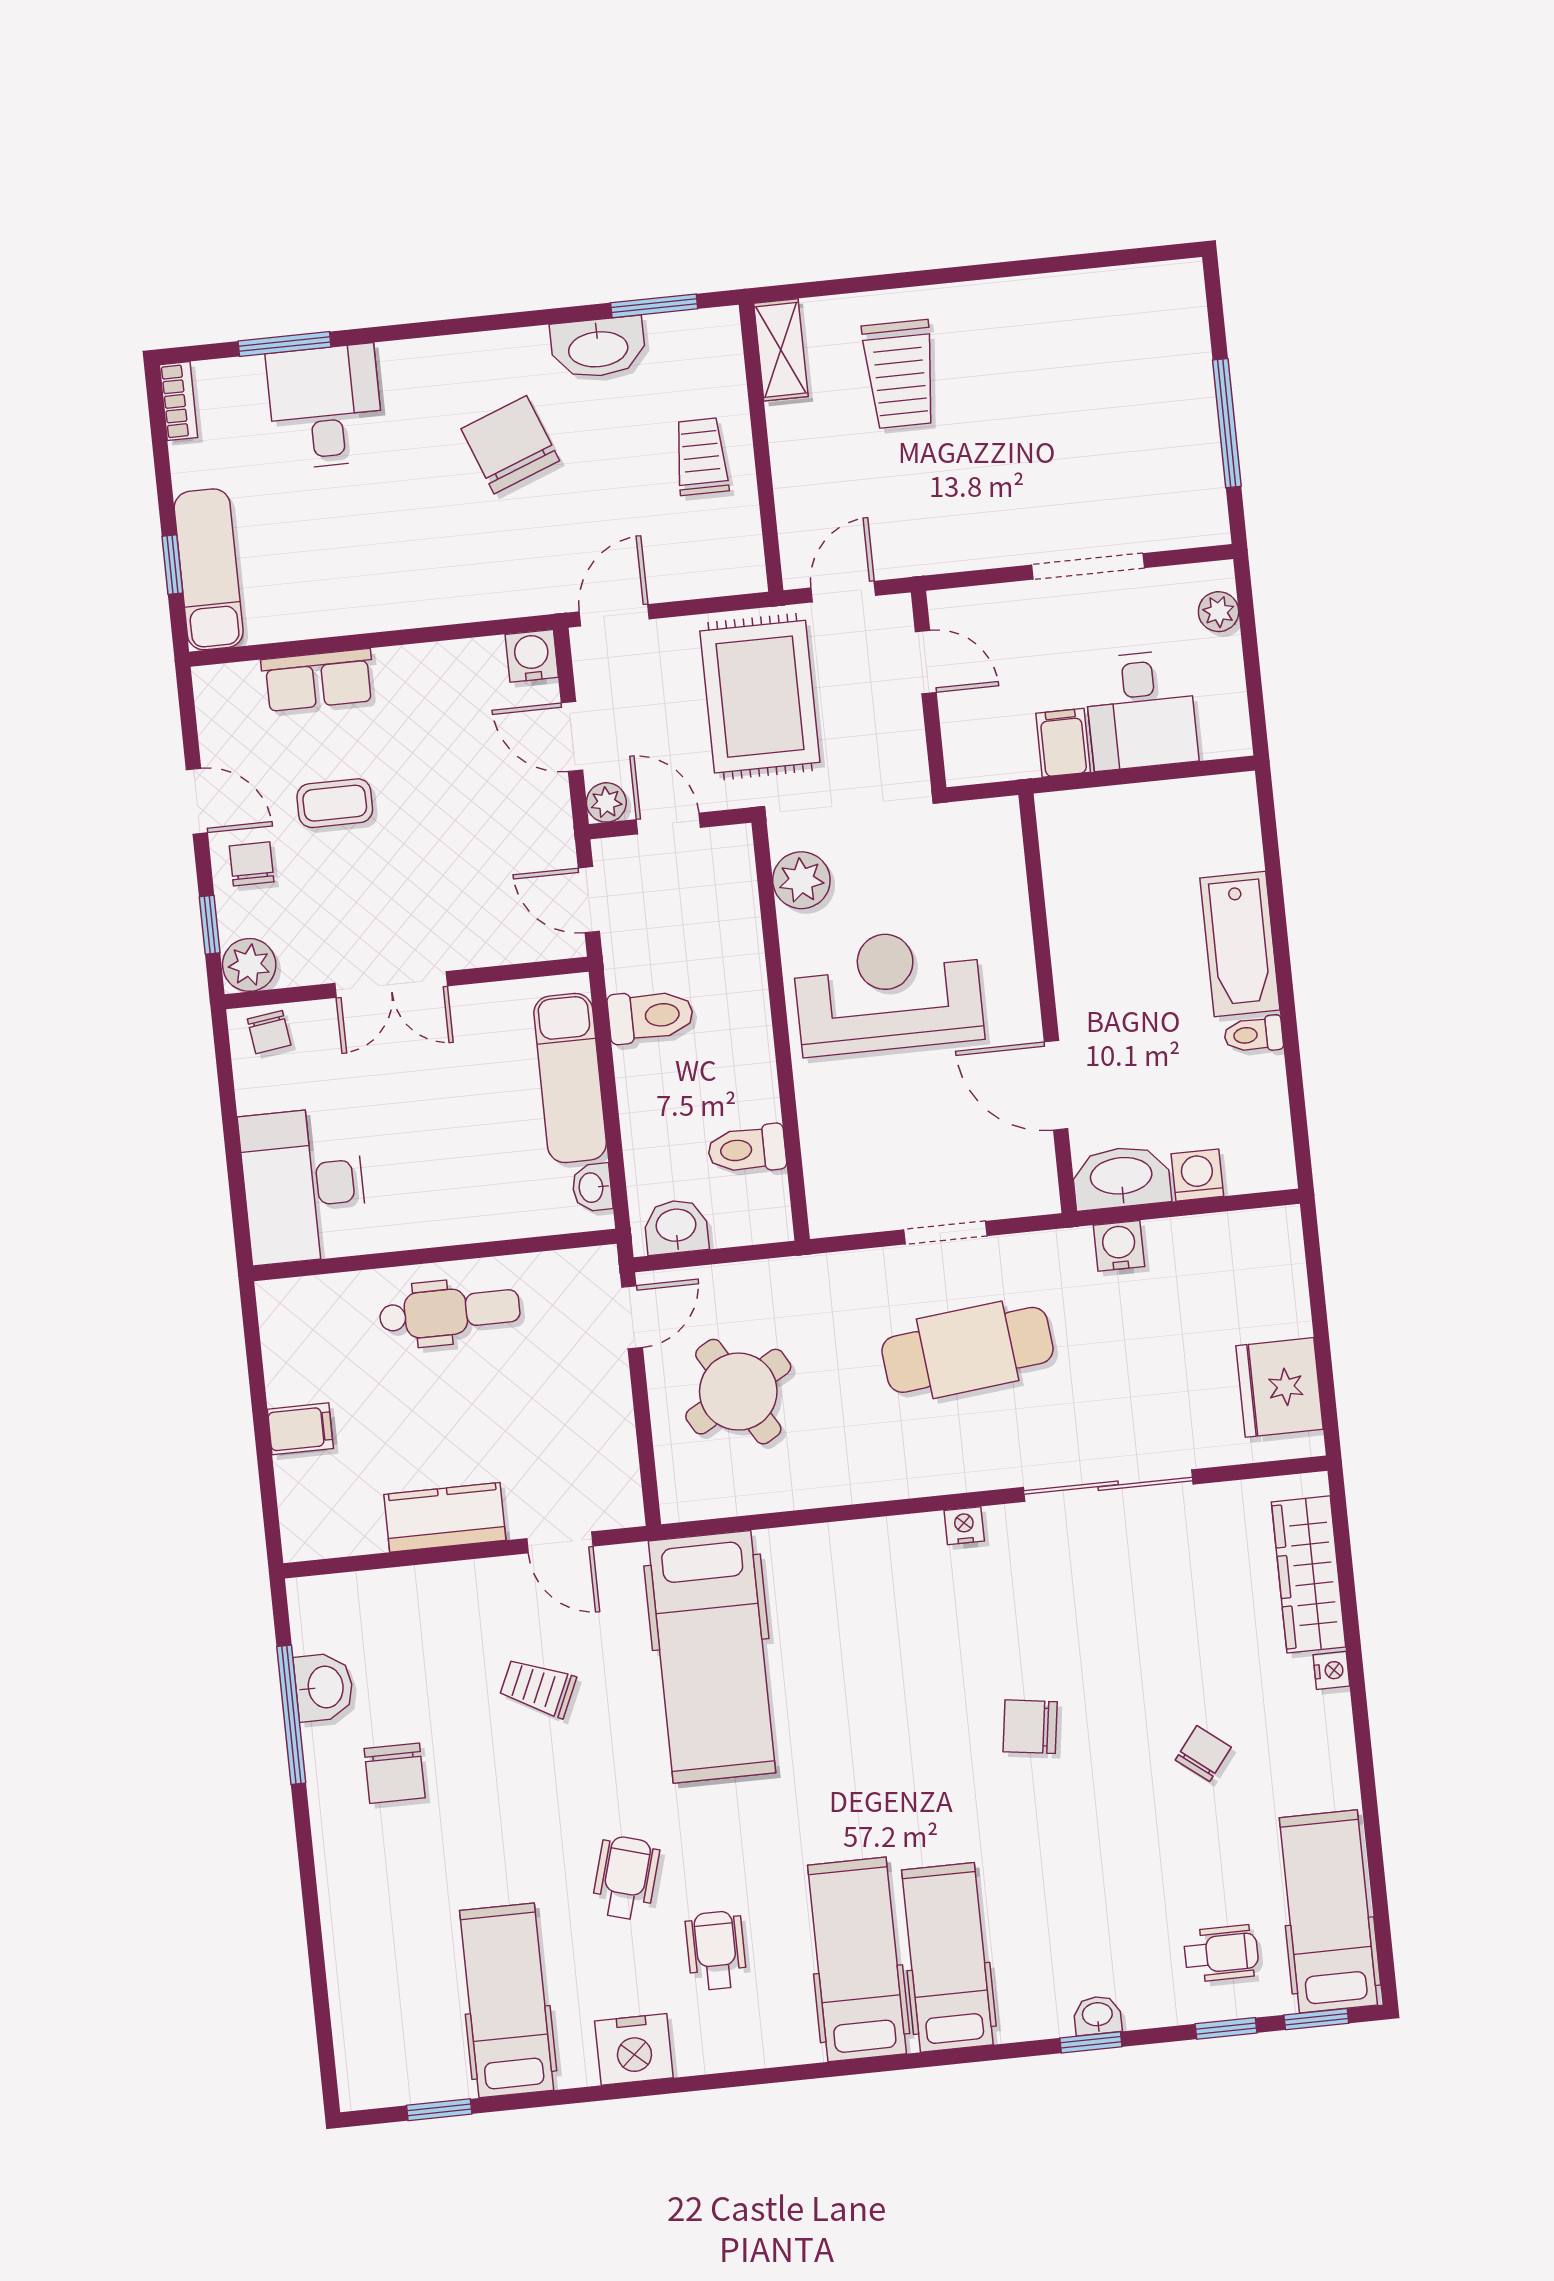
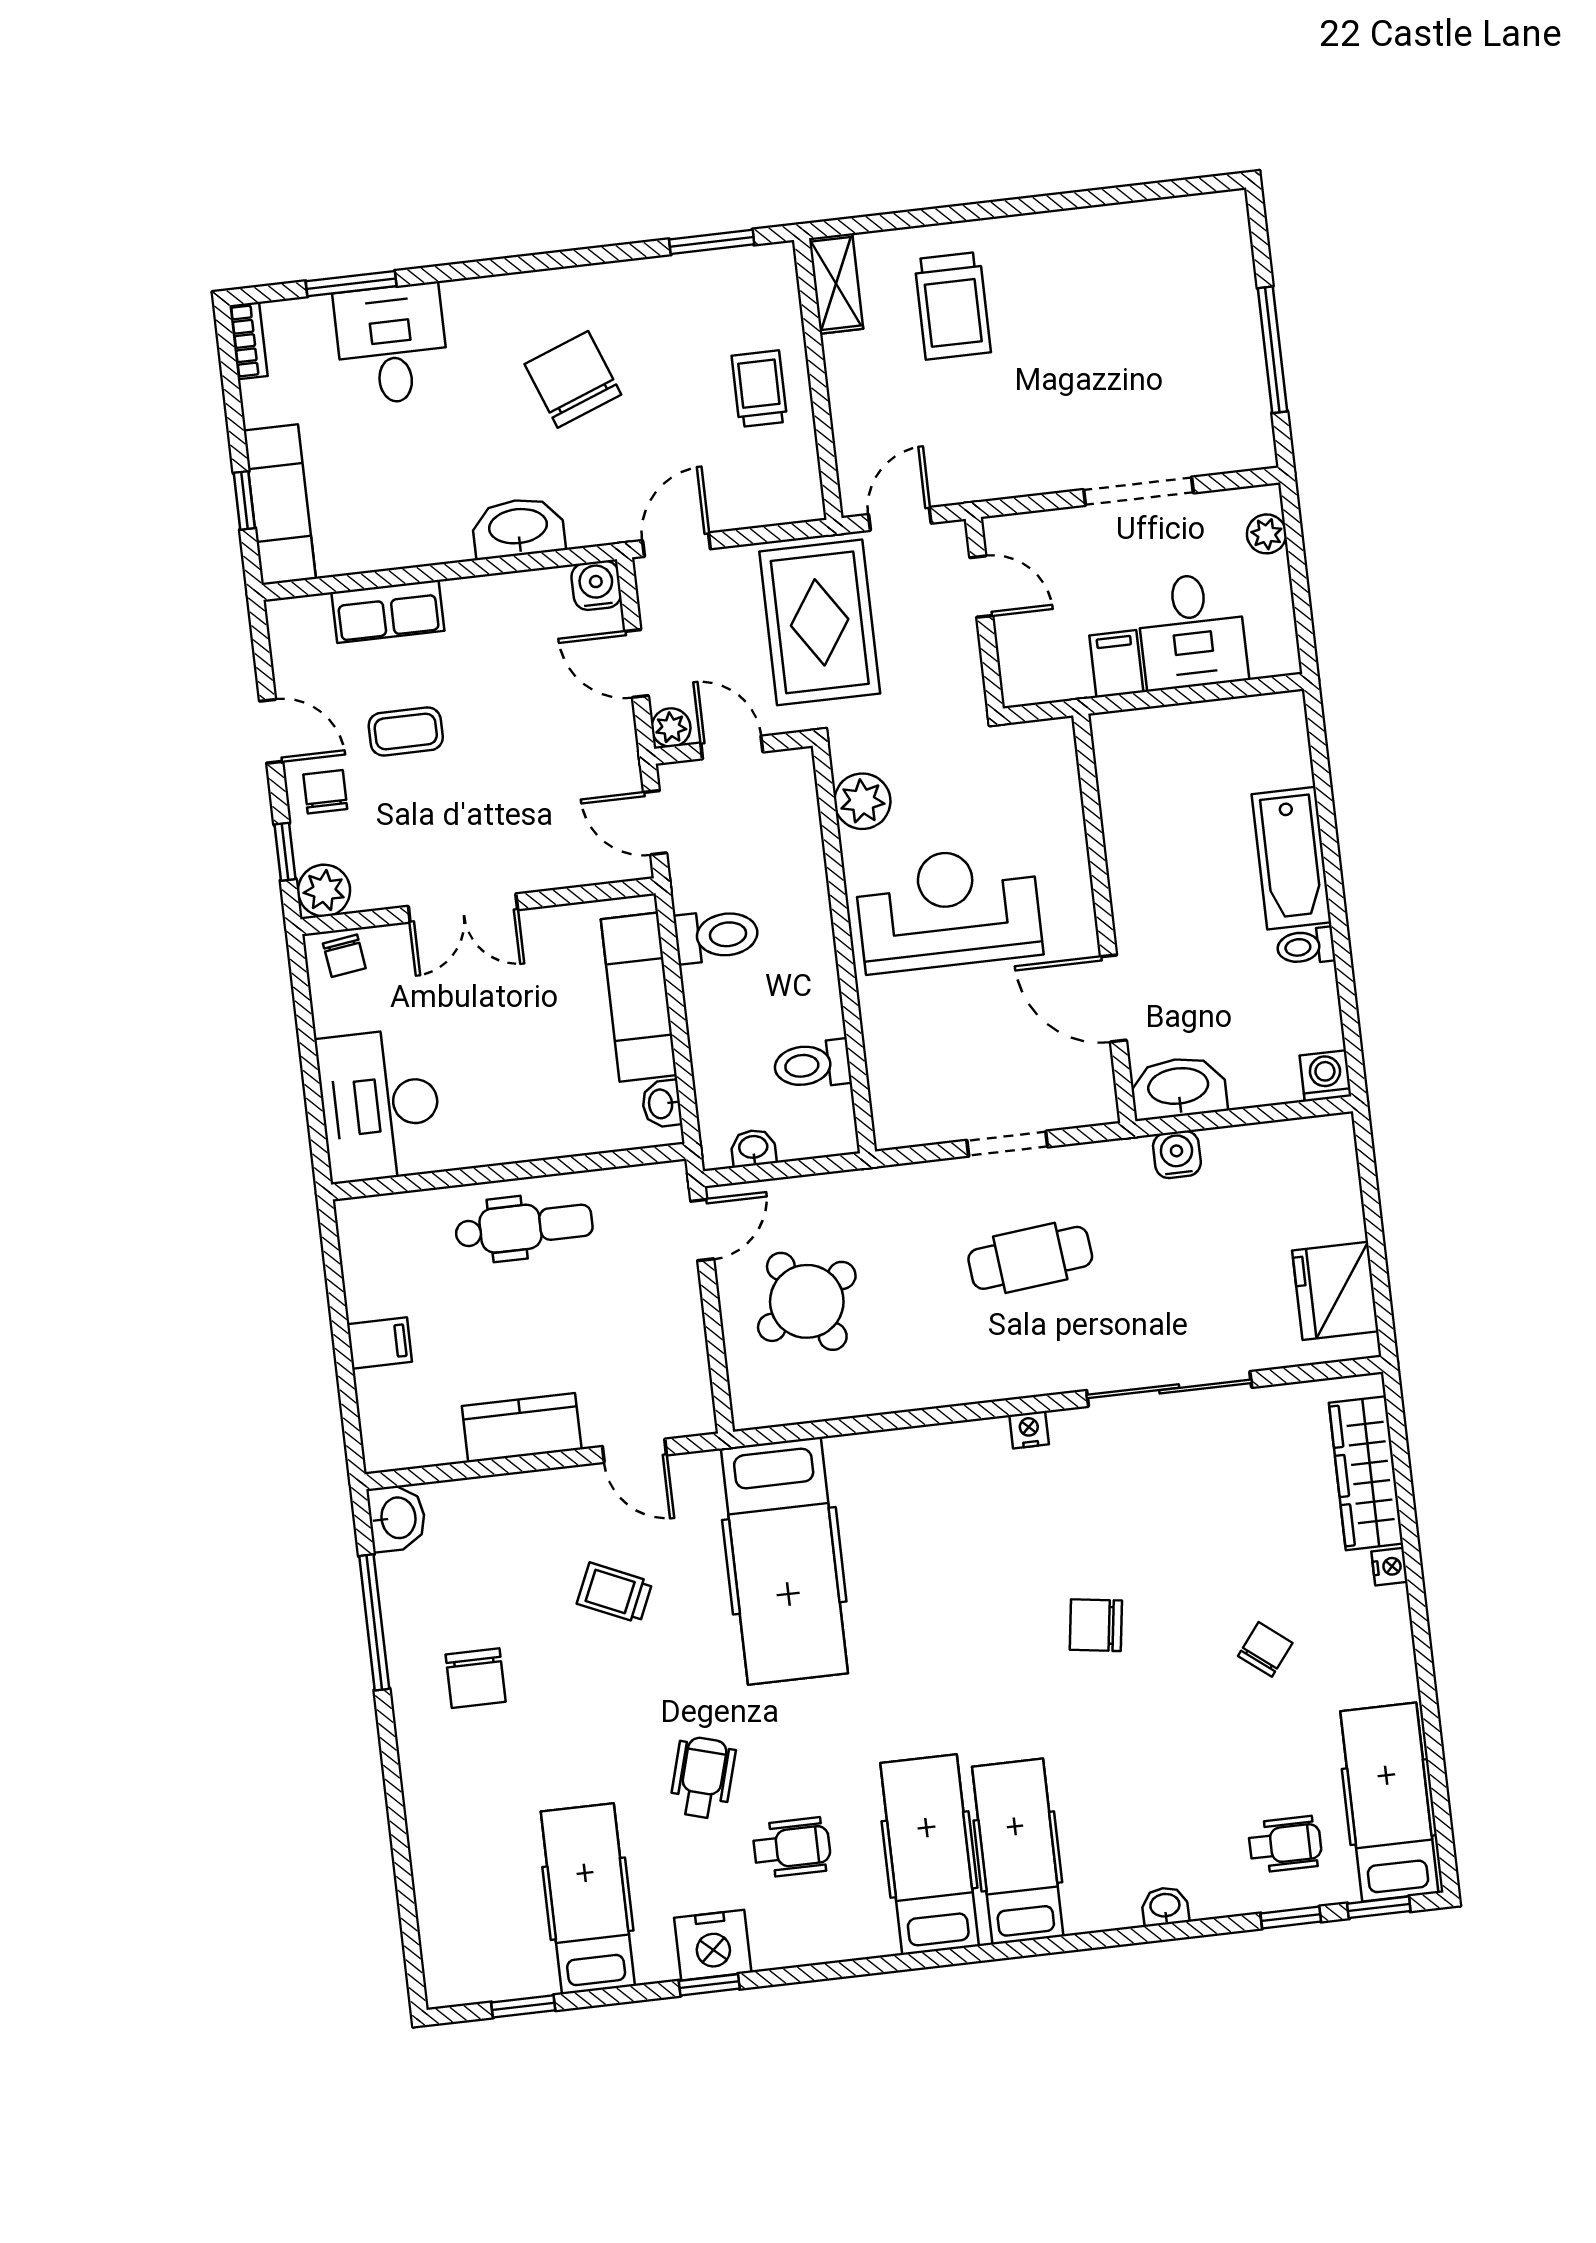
washbasin: (598, 348) -> (518, 528), moved, turned 180
washing machine: (1197, 1175) -> (1326, 1076), moved
washbasin: (676, 1227) -> (753, 1148), width x0.72, depth x0.69
cafe table: (968, 1350) -> (1030, 1258), width x0.73, depth x0.74
washbasin: (324, 1687) -> (397, 1518), moved
wheelchair: (716, 1950) -> (792, 1847), turned 90
window: (1091, 2042) -> (709, 1985), moved

